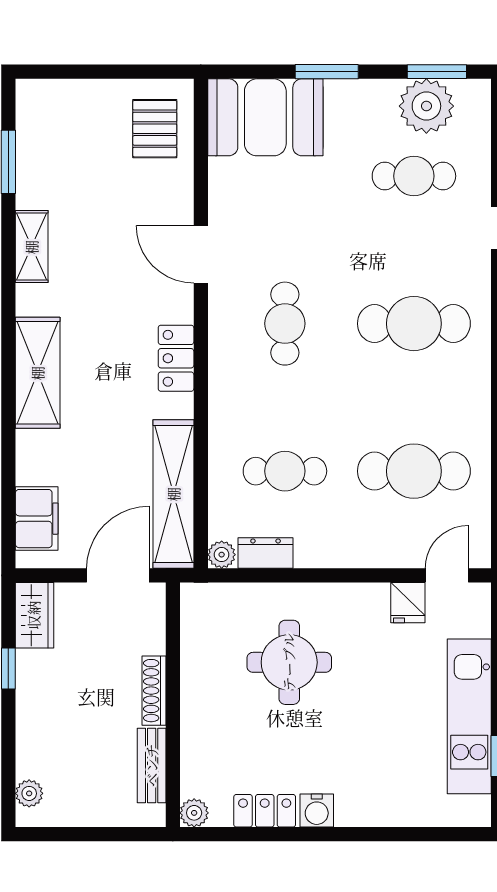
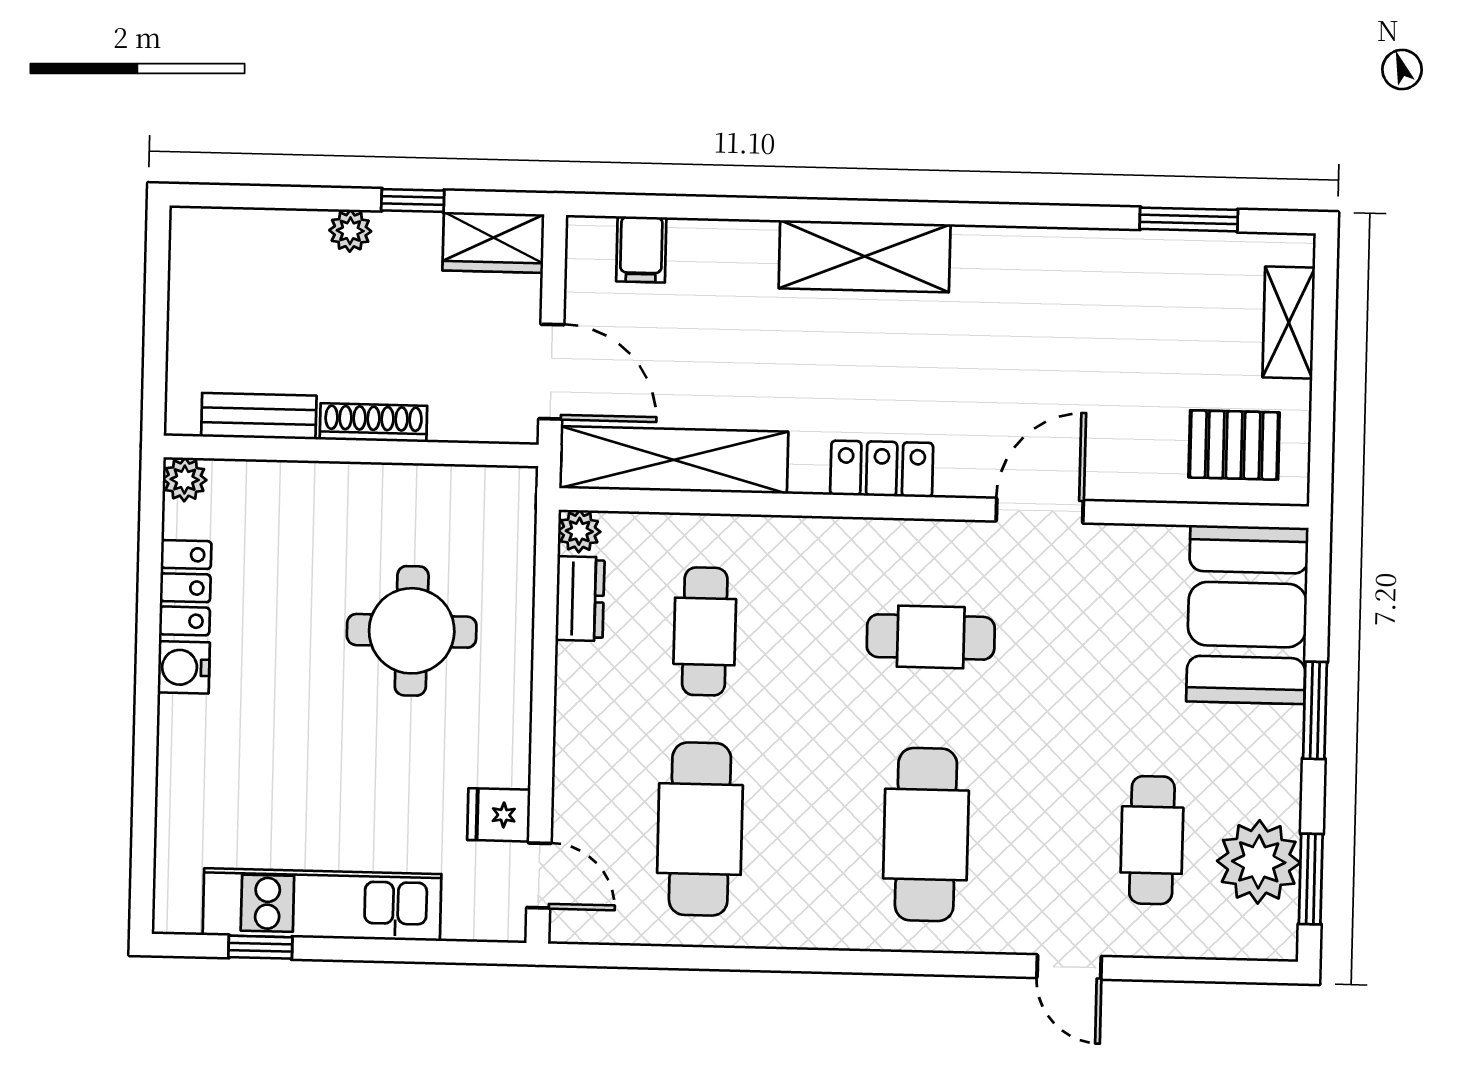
shelving: (32, 247) -> (1289, 323), moved, turned 90
filing cabinet: (37, 519) -> (641, 249), width x0.50
plant: (29, 793) -> (350, 231), moved

